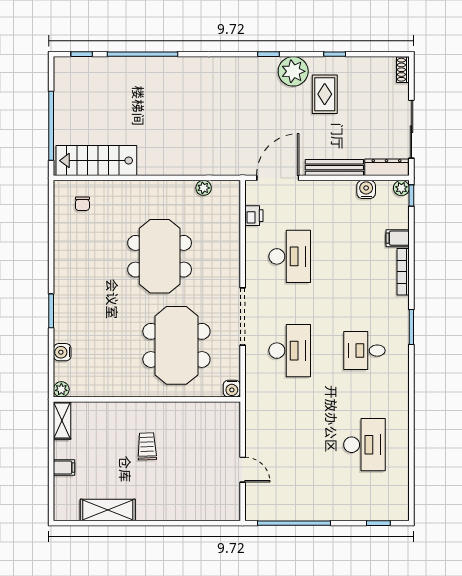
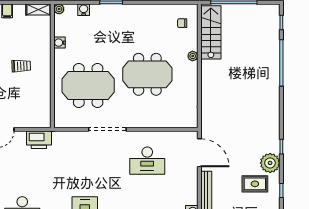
plant: (204, 188) -> (193, 56), moved
printer: (254, 216) -> (39, 140), moved, width x1.87, depth x1.48
desk: (290, 351) -> (85, 161), removed
water cooler: (232, 389) -> (60, 43), moved

